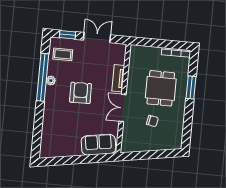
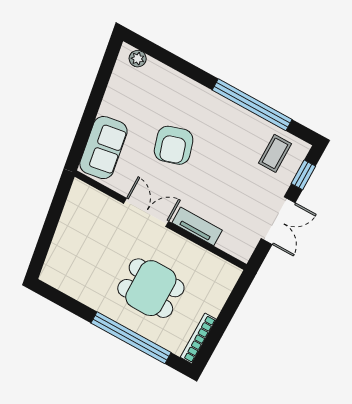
plant: (51, 81) -> (138, 59), moved
window: (191, 87) -> (131, 338), width x2.11
armchair: (81, 93) -> (174, 145), moved, turned 74
chair: (152, 121) -> (104, 252), removed

